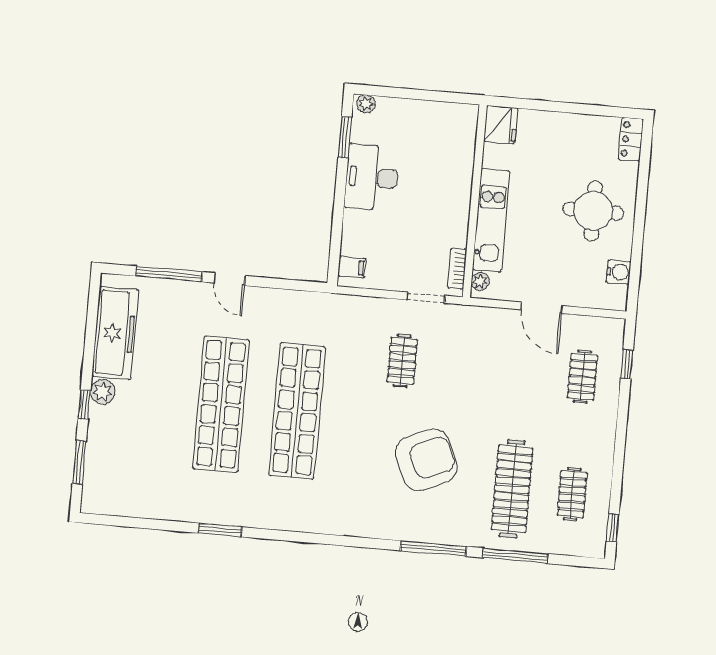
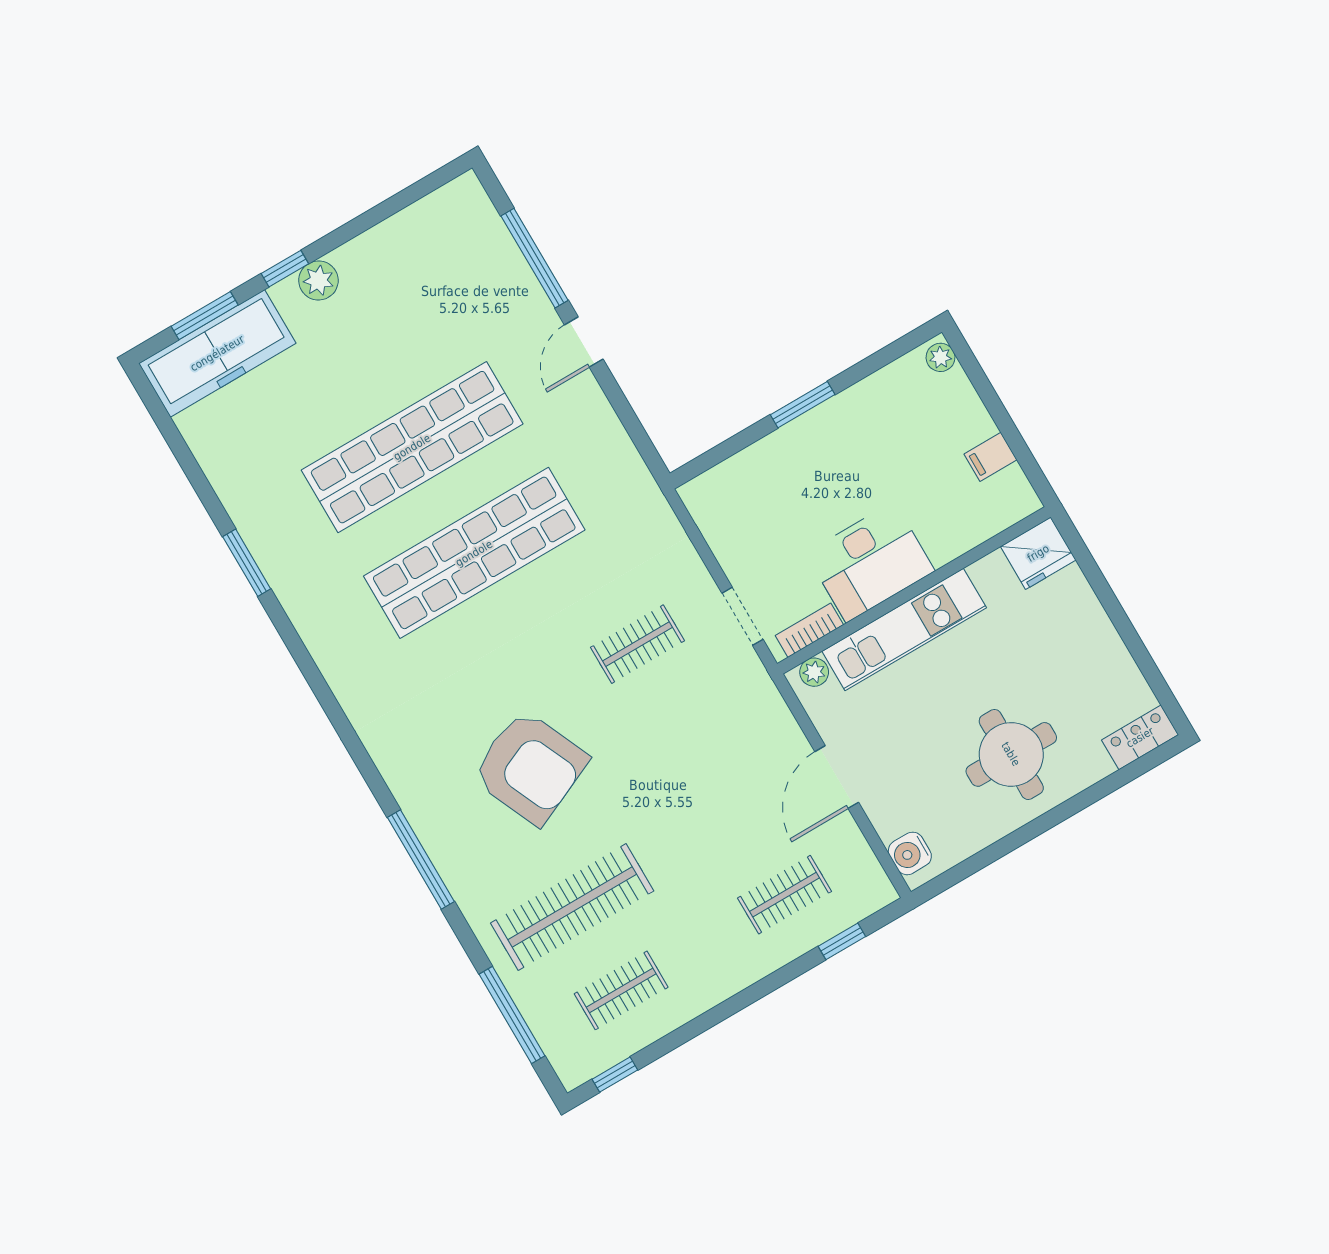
window: (345, 137) -> (803, 405), moved
desk: (372, 177) -> (870, 562), moved, turned 180
filing cabinet: (352, 267) -> (990, 457), moved, turned 90
water cooler: (619, 272) -> (910, 853), moved, turned 90
freezer: (115, 333) -> (217, 353), moved
window: (515, 556) -> (512, 1015), moved

